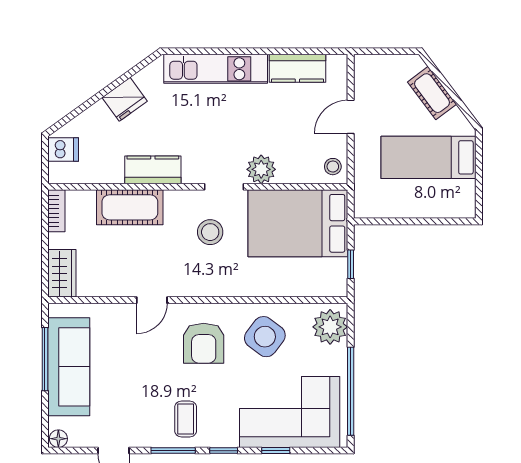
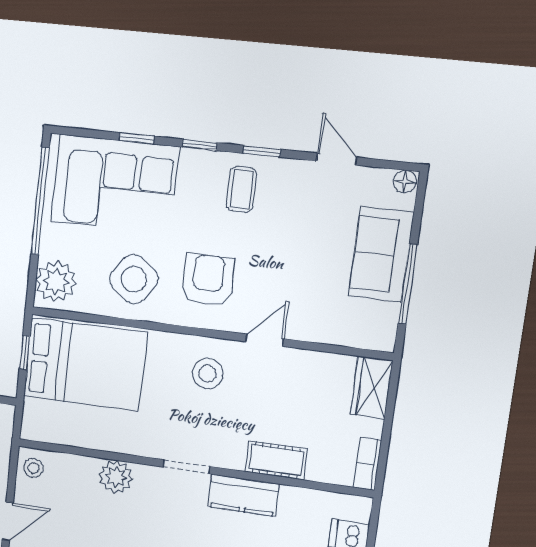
doorway: (224, 187) -> (187, 467), moved
cot: (130, 207) -> (276, 460), width x0.73, depth x0.75
bed: (298, 223) -> (85, 364), moved
stool: (210, 232) -> (207, 374), moved
sofa: (69, 367) -> (381, 255), width x0.73
window: (173, 451) -> (262, 151), width x0.67

